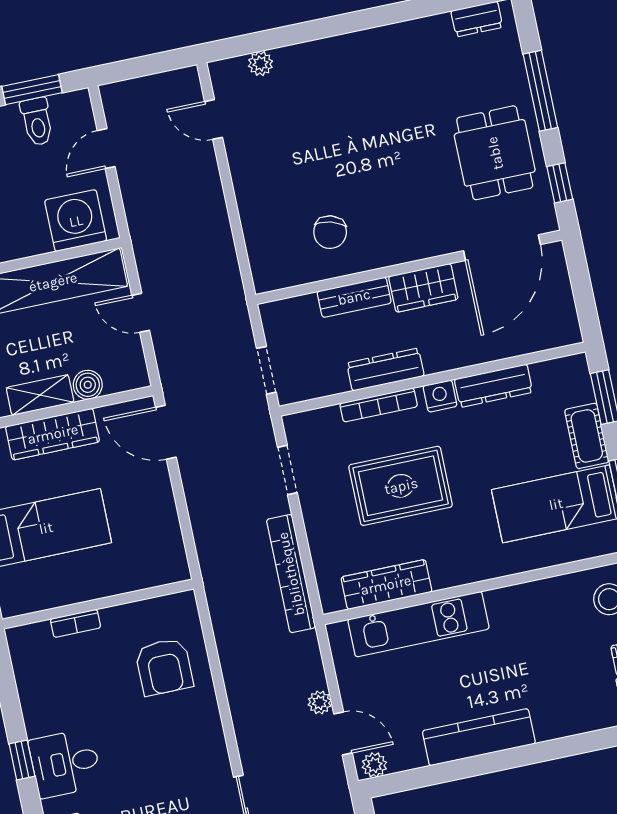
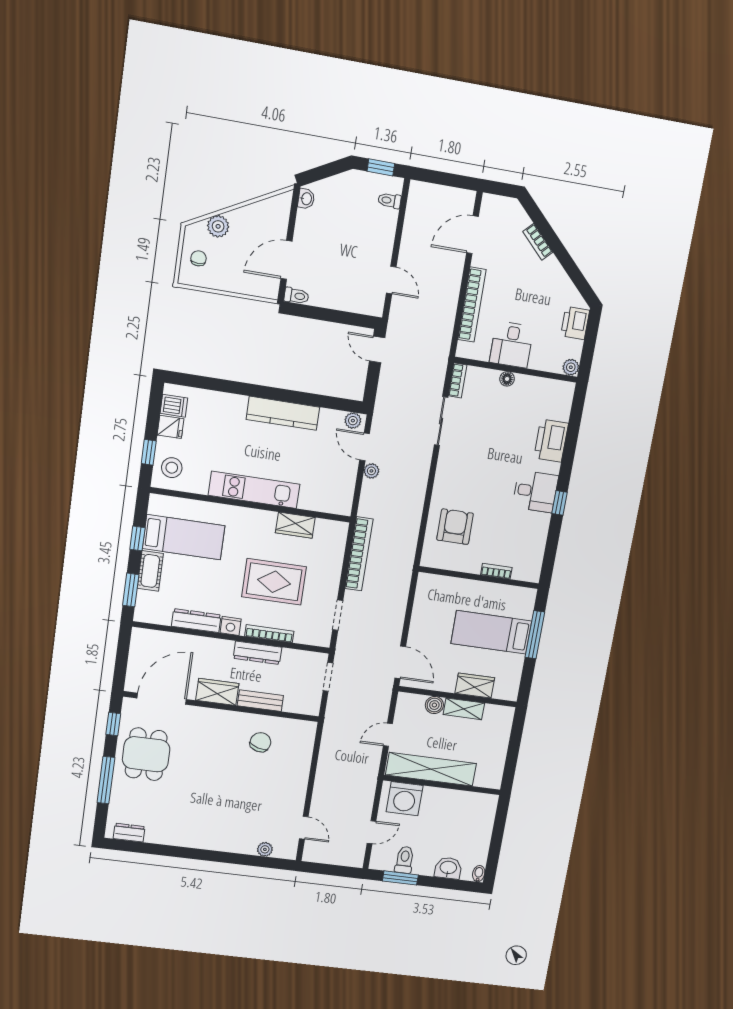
door: (141, 313) -> (388, 735), swing flipped
wardrobe: (53, 434) -> (475, 686), width x0.67
wardrobe: (386, 585) -> (295, 525), width x0.67
kitchen unit: (418, 624) -> (254, 490), moved

